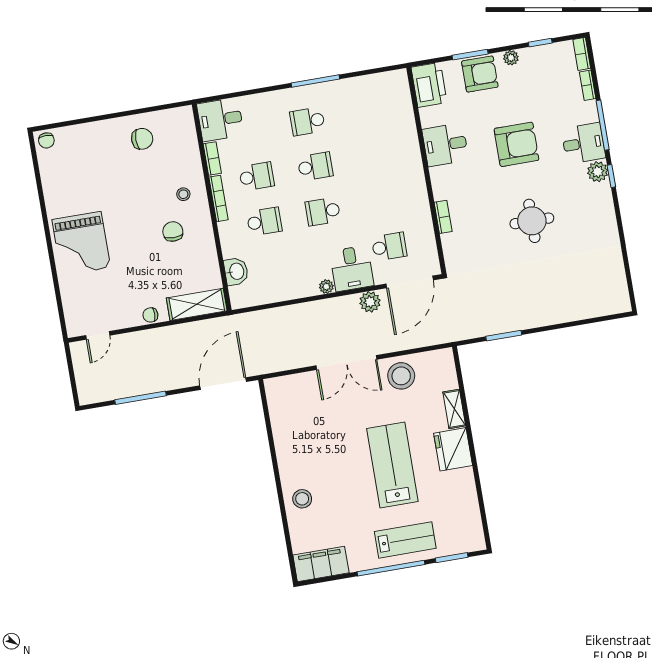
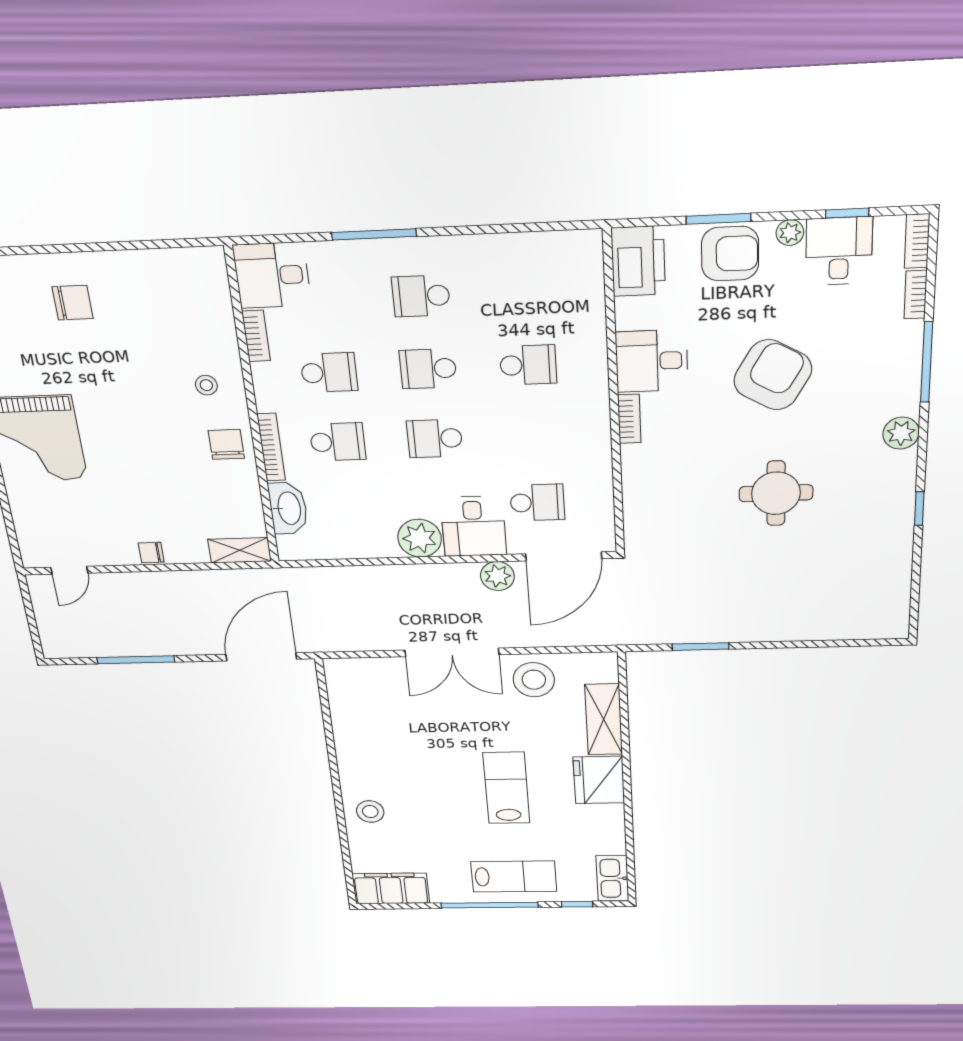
window: (315, 81) -> (374, 234), moved
chair: (142, 139) -> (73, 303), moved
desk: (583, 143) -> (839, 251), moved, turned -90
armchair: (516, 144) -> (773, 375), turned -60
school desk: (374, 156) -> (528, 365), added
school desk: (315, 166) -> (428, 369), turned 180
window: (611, 176) -> (919, 509), moved
bookcase: (218, 198) -> (271, 447), moved
bookcase: (443, 217) -> (629, 419), moved
chair: (173, 231) -> (226, 444), moved
washbasin: (236, 271) -> (288, 508), width x1.38
plant: (326, 287) -> (420, 538), width x1.87, depth x1.87
shelving: (197, 304) -> (240, 550), width x0.67, depth x0.75
shelving: (454, 409) -> (604, 719), width x1.50, depth x1.33
lab bench: (392, 465) -> (506, 788), width x0.73, depth x0.72
kitchen sink: (473, 531) -> (612, 878), added
window: (452, 558) -> (577, 904), width x0.67

